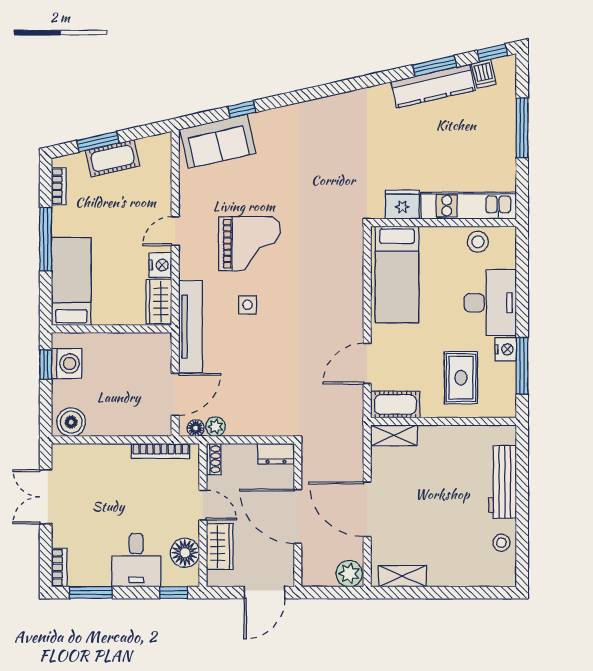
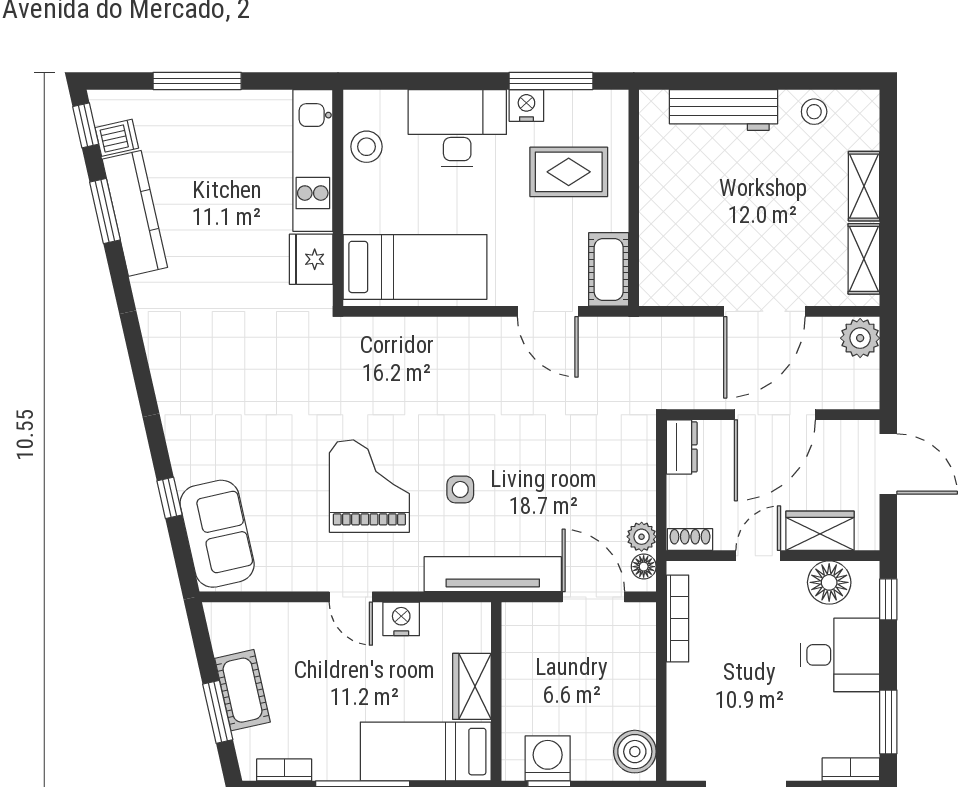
wardrobe: (159, 301) -> (472, 686), moved, turned 90
shelving: (394, 435) -> (864, 186), moved

